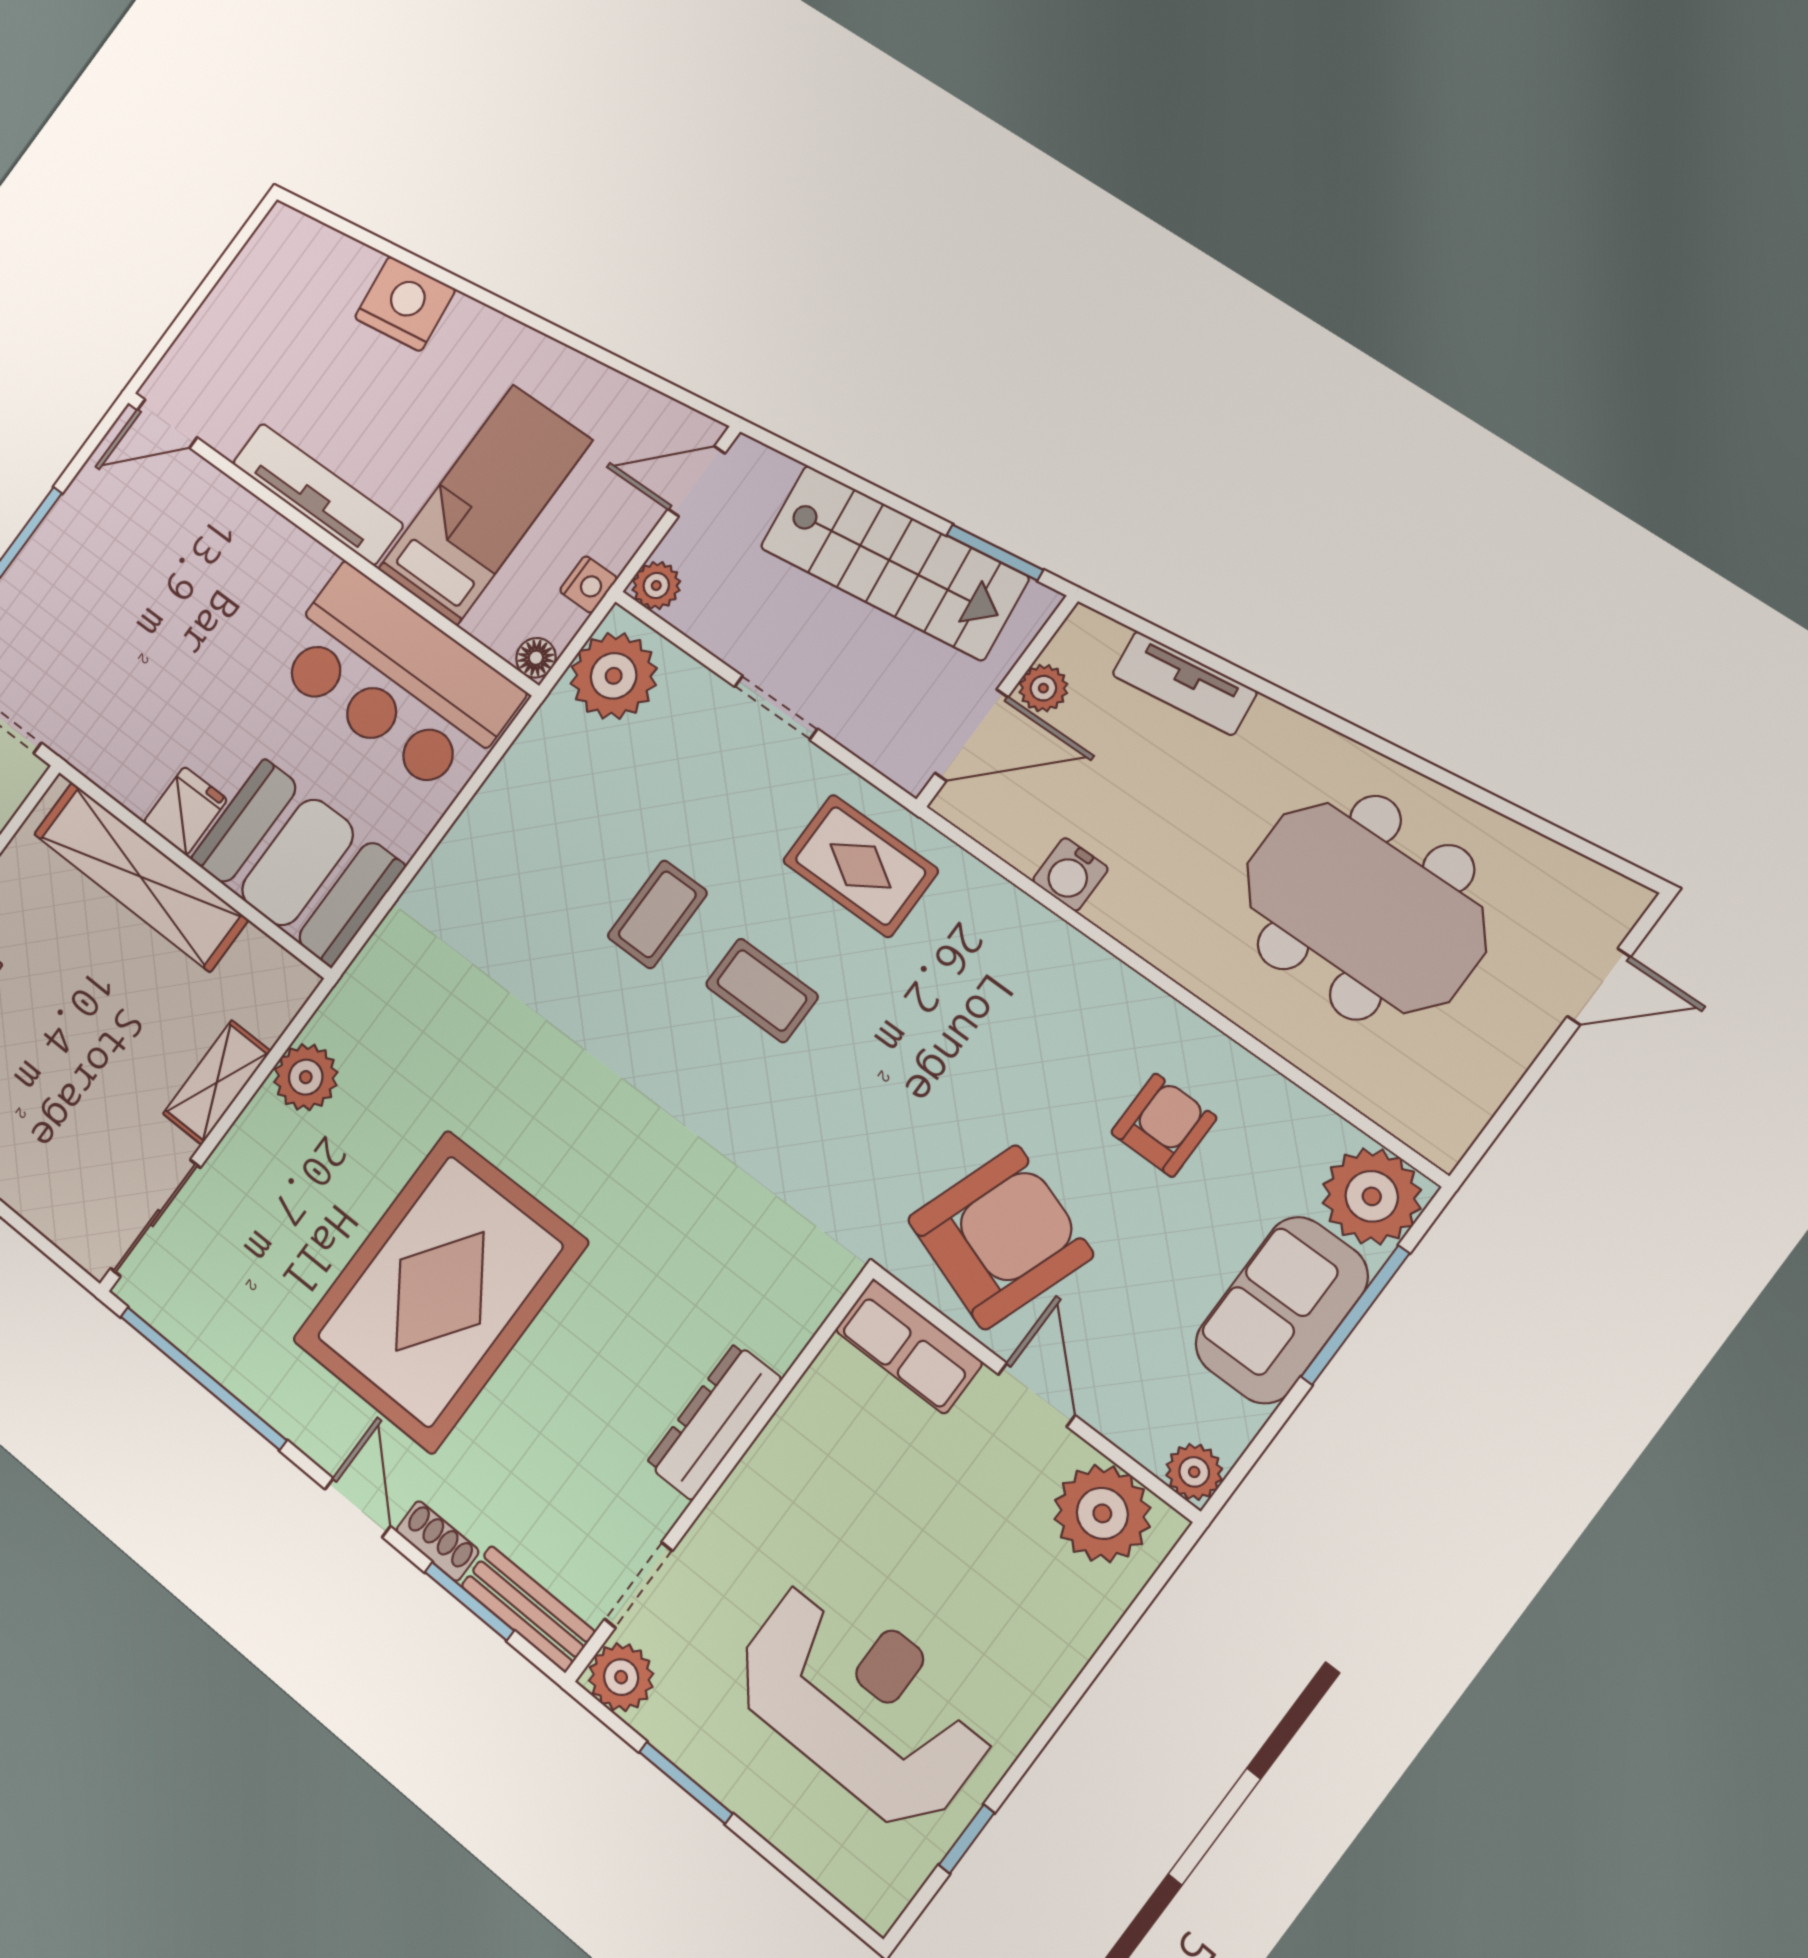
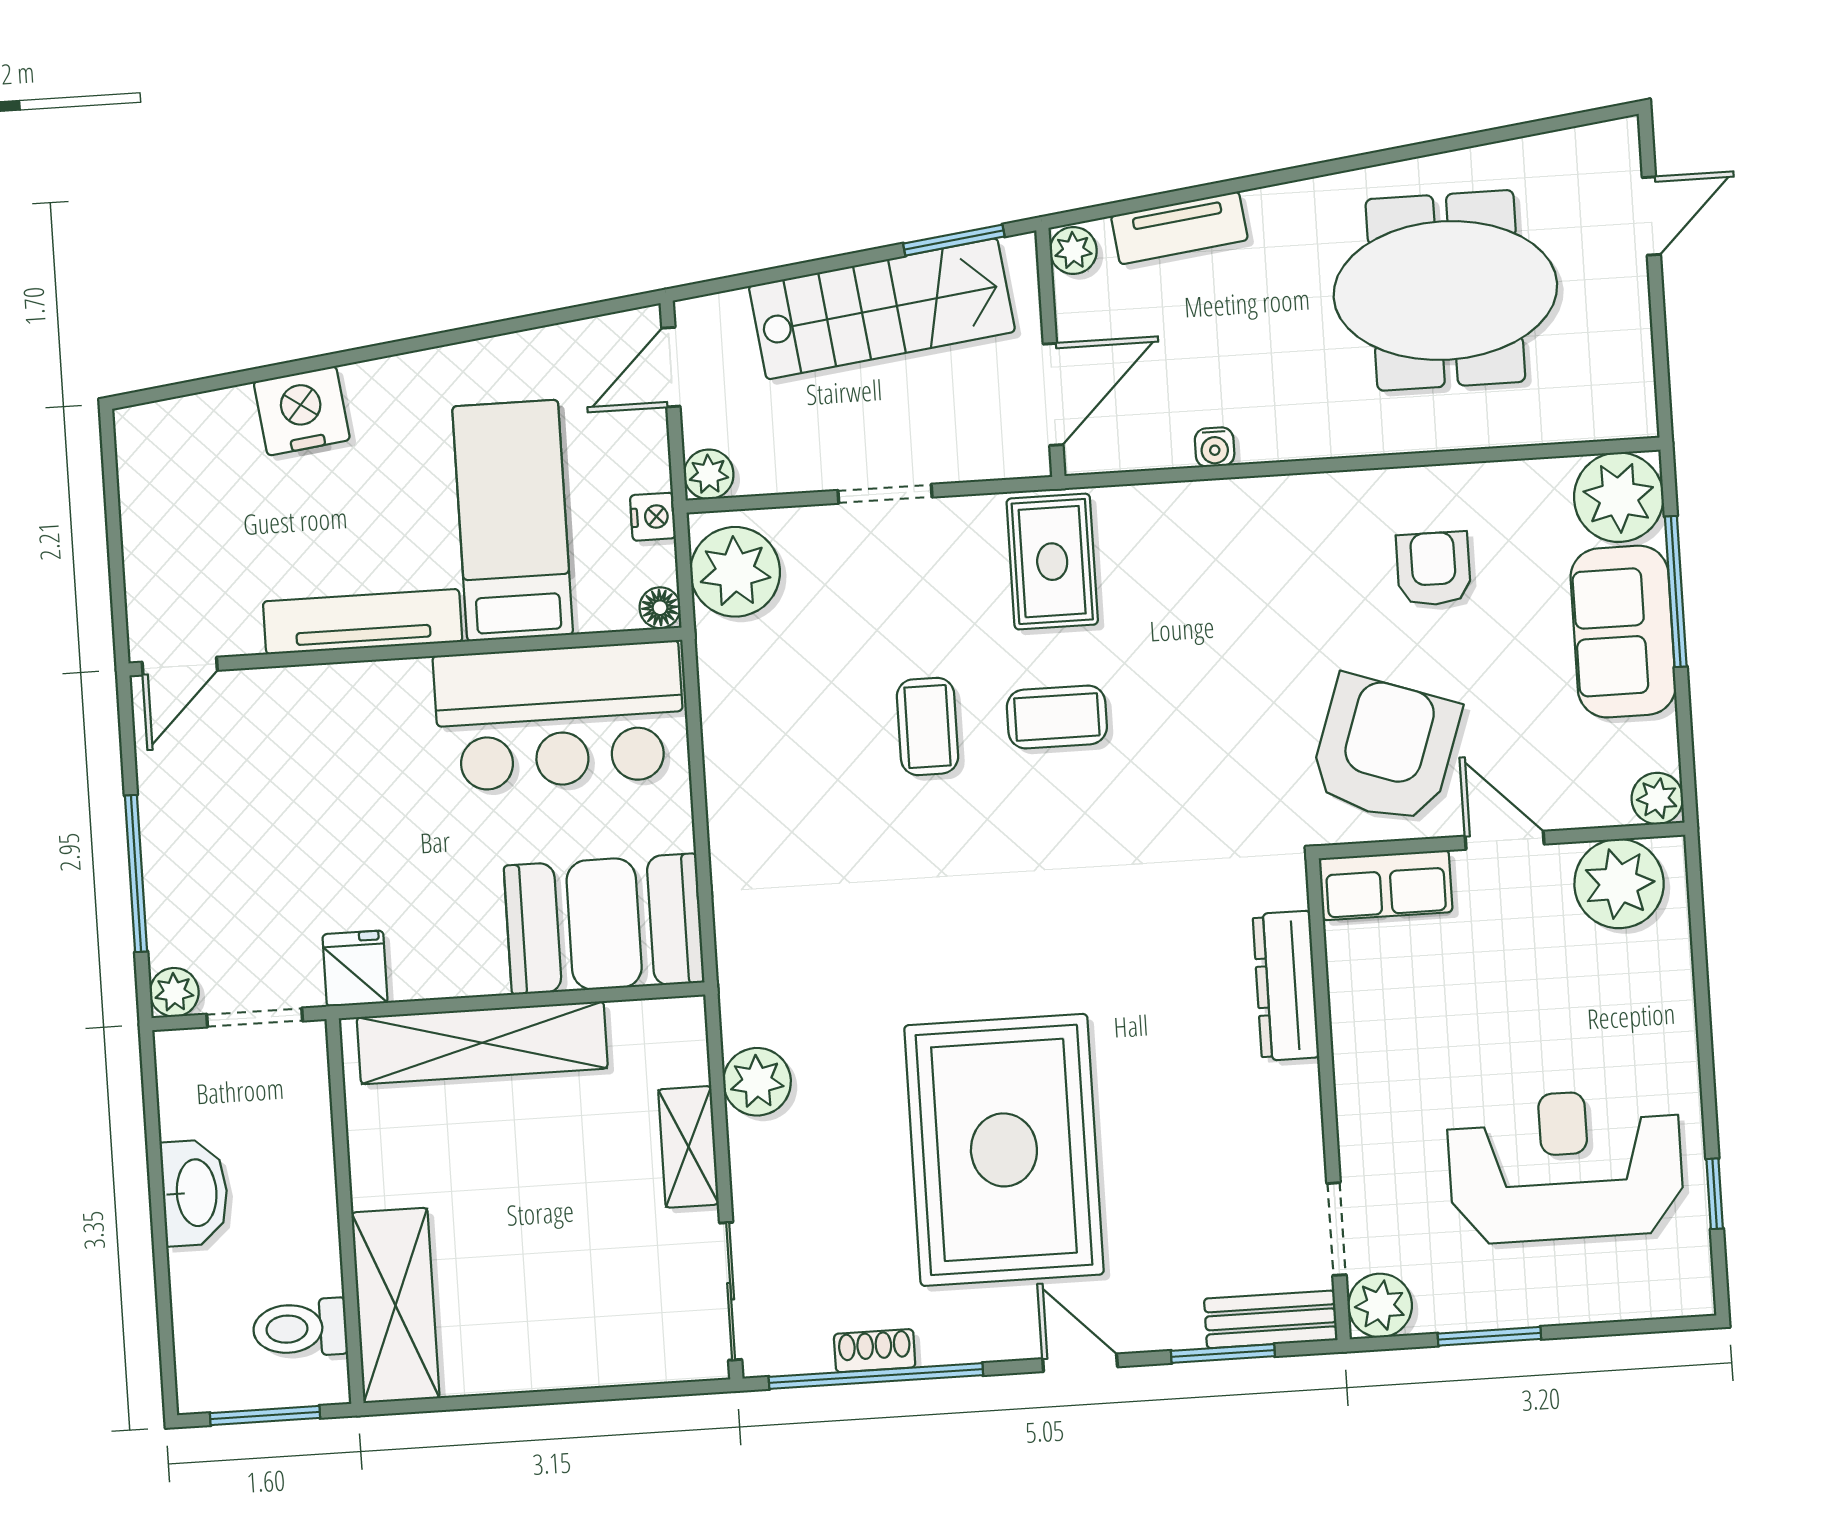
plant: (1043, 688) -> (1073, 251), moved
fridge: (185, 811) -> (355, 969), moved
rug: (860, 866) -> (1052, 562), turned 90
water cooler: (1070, 874) -> (1215, 447), width x0.72, depth x0.72
dresser: (714, 1421) -> (1286, 986), moved
shoe rack: (437, 1541) -> (875, 1351), moved

